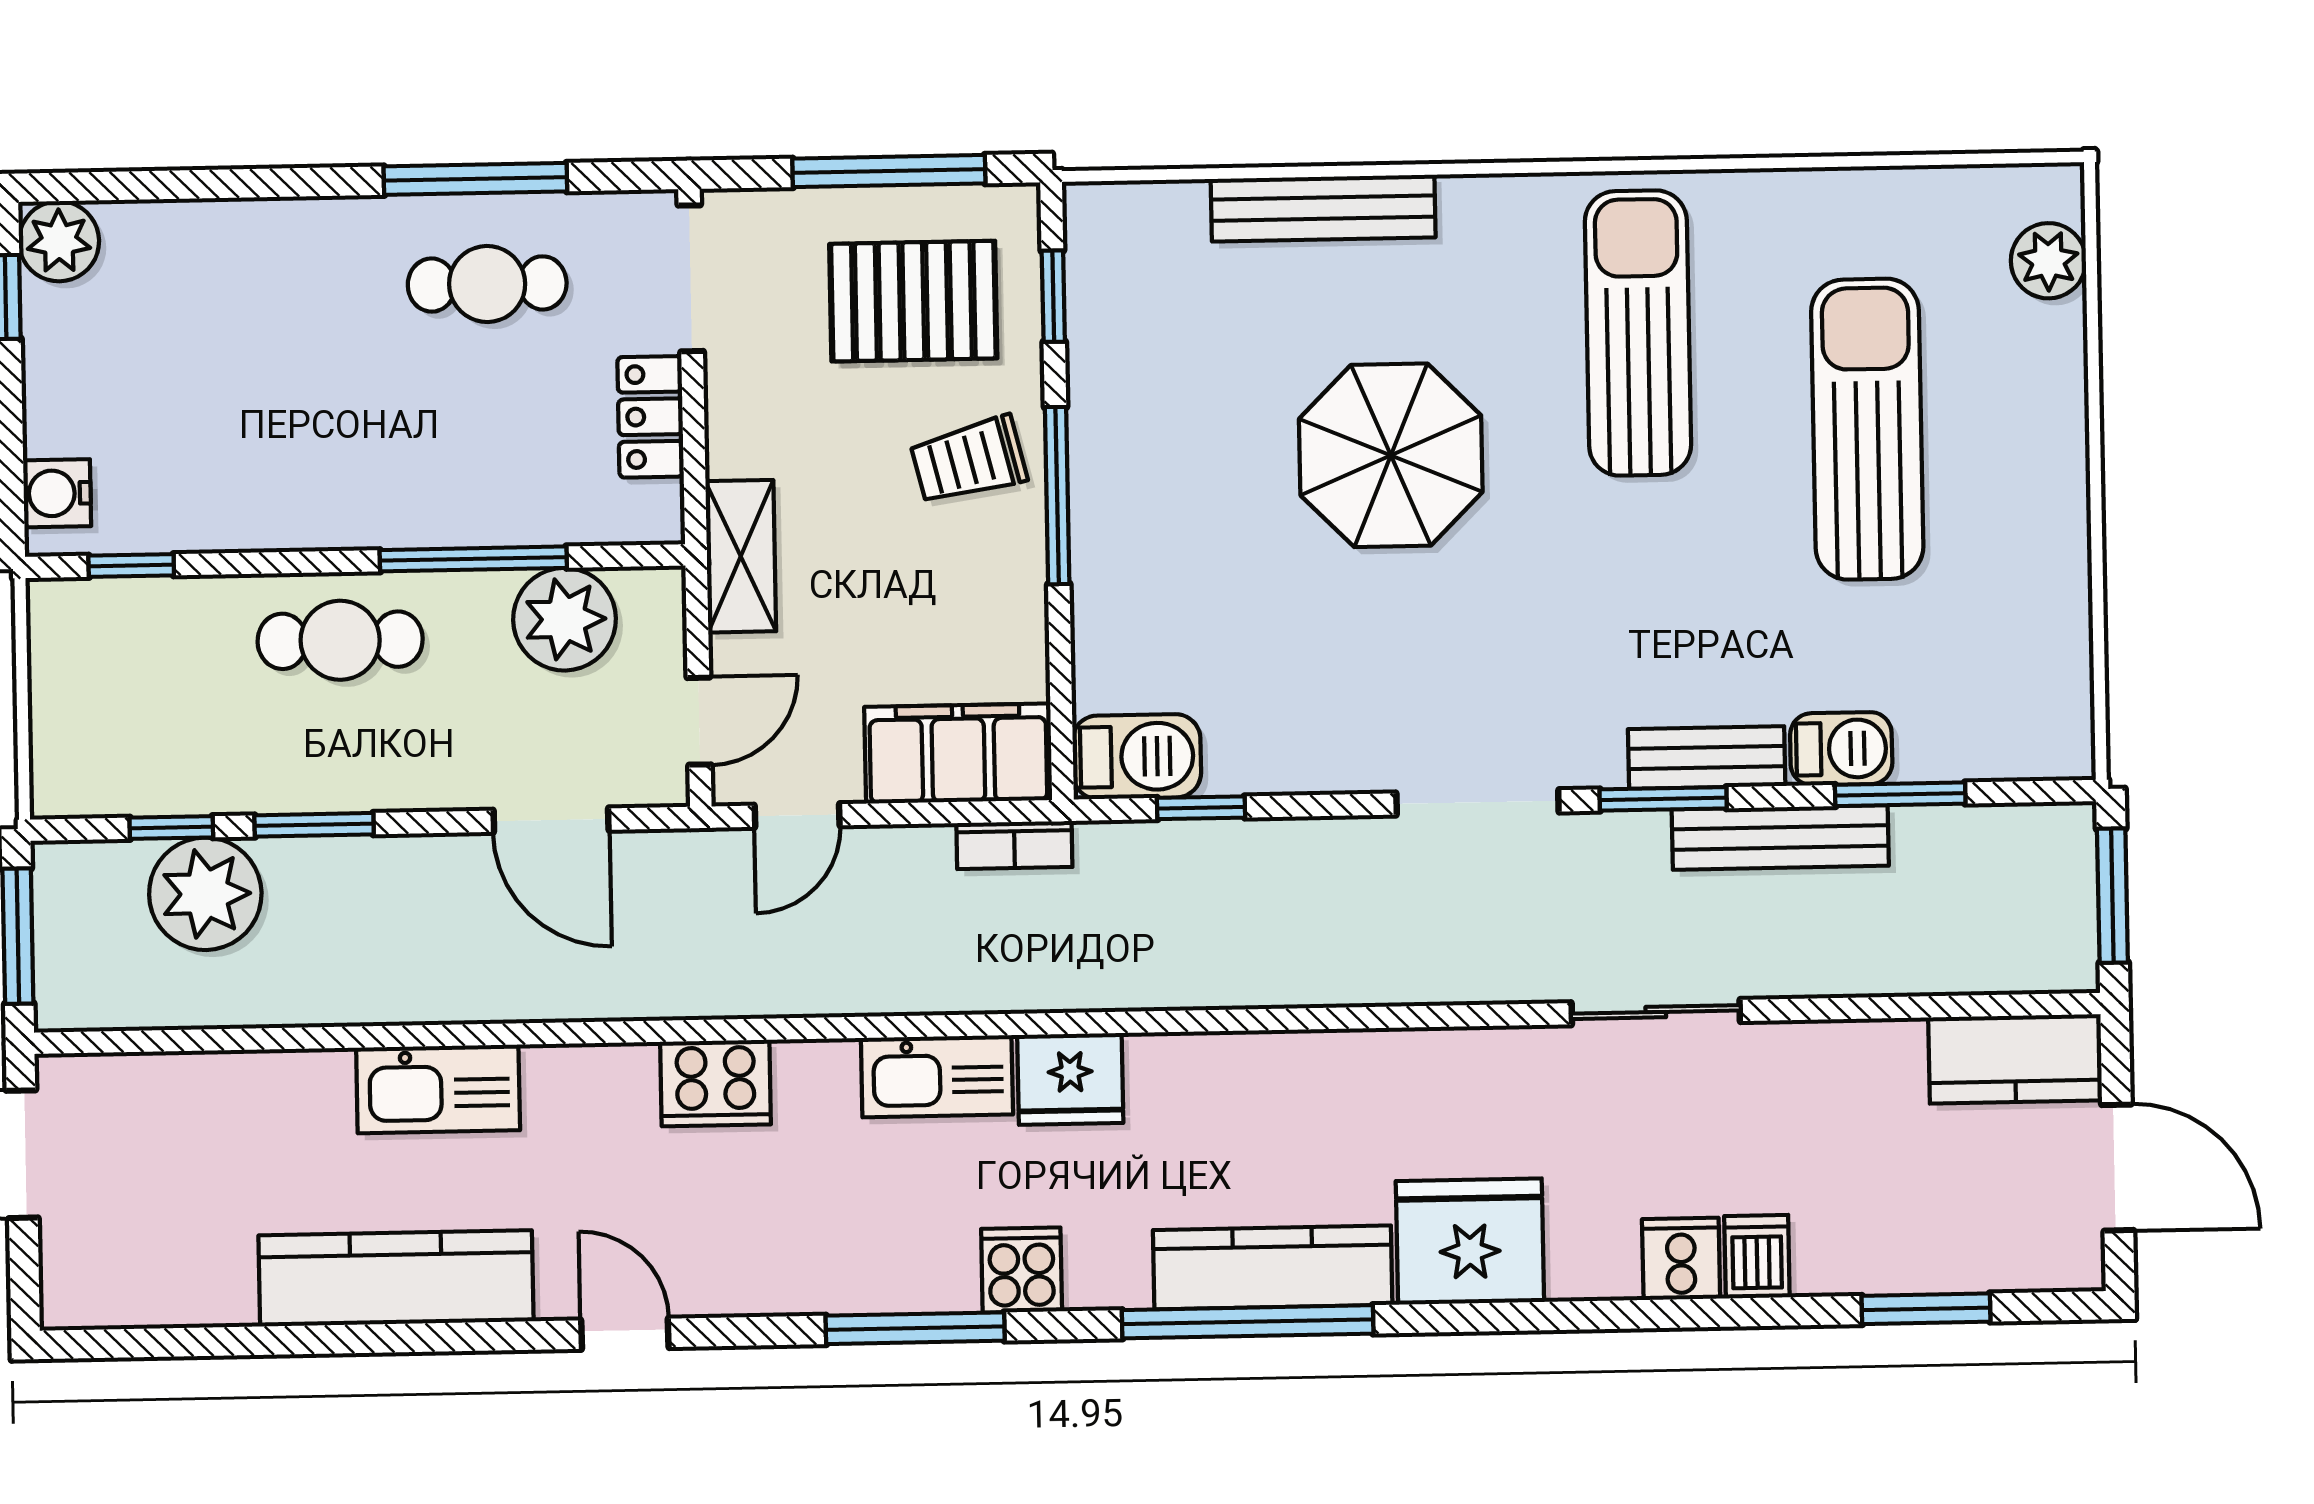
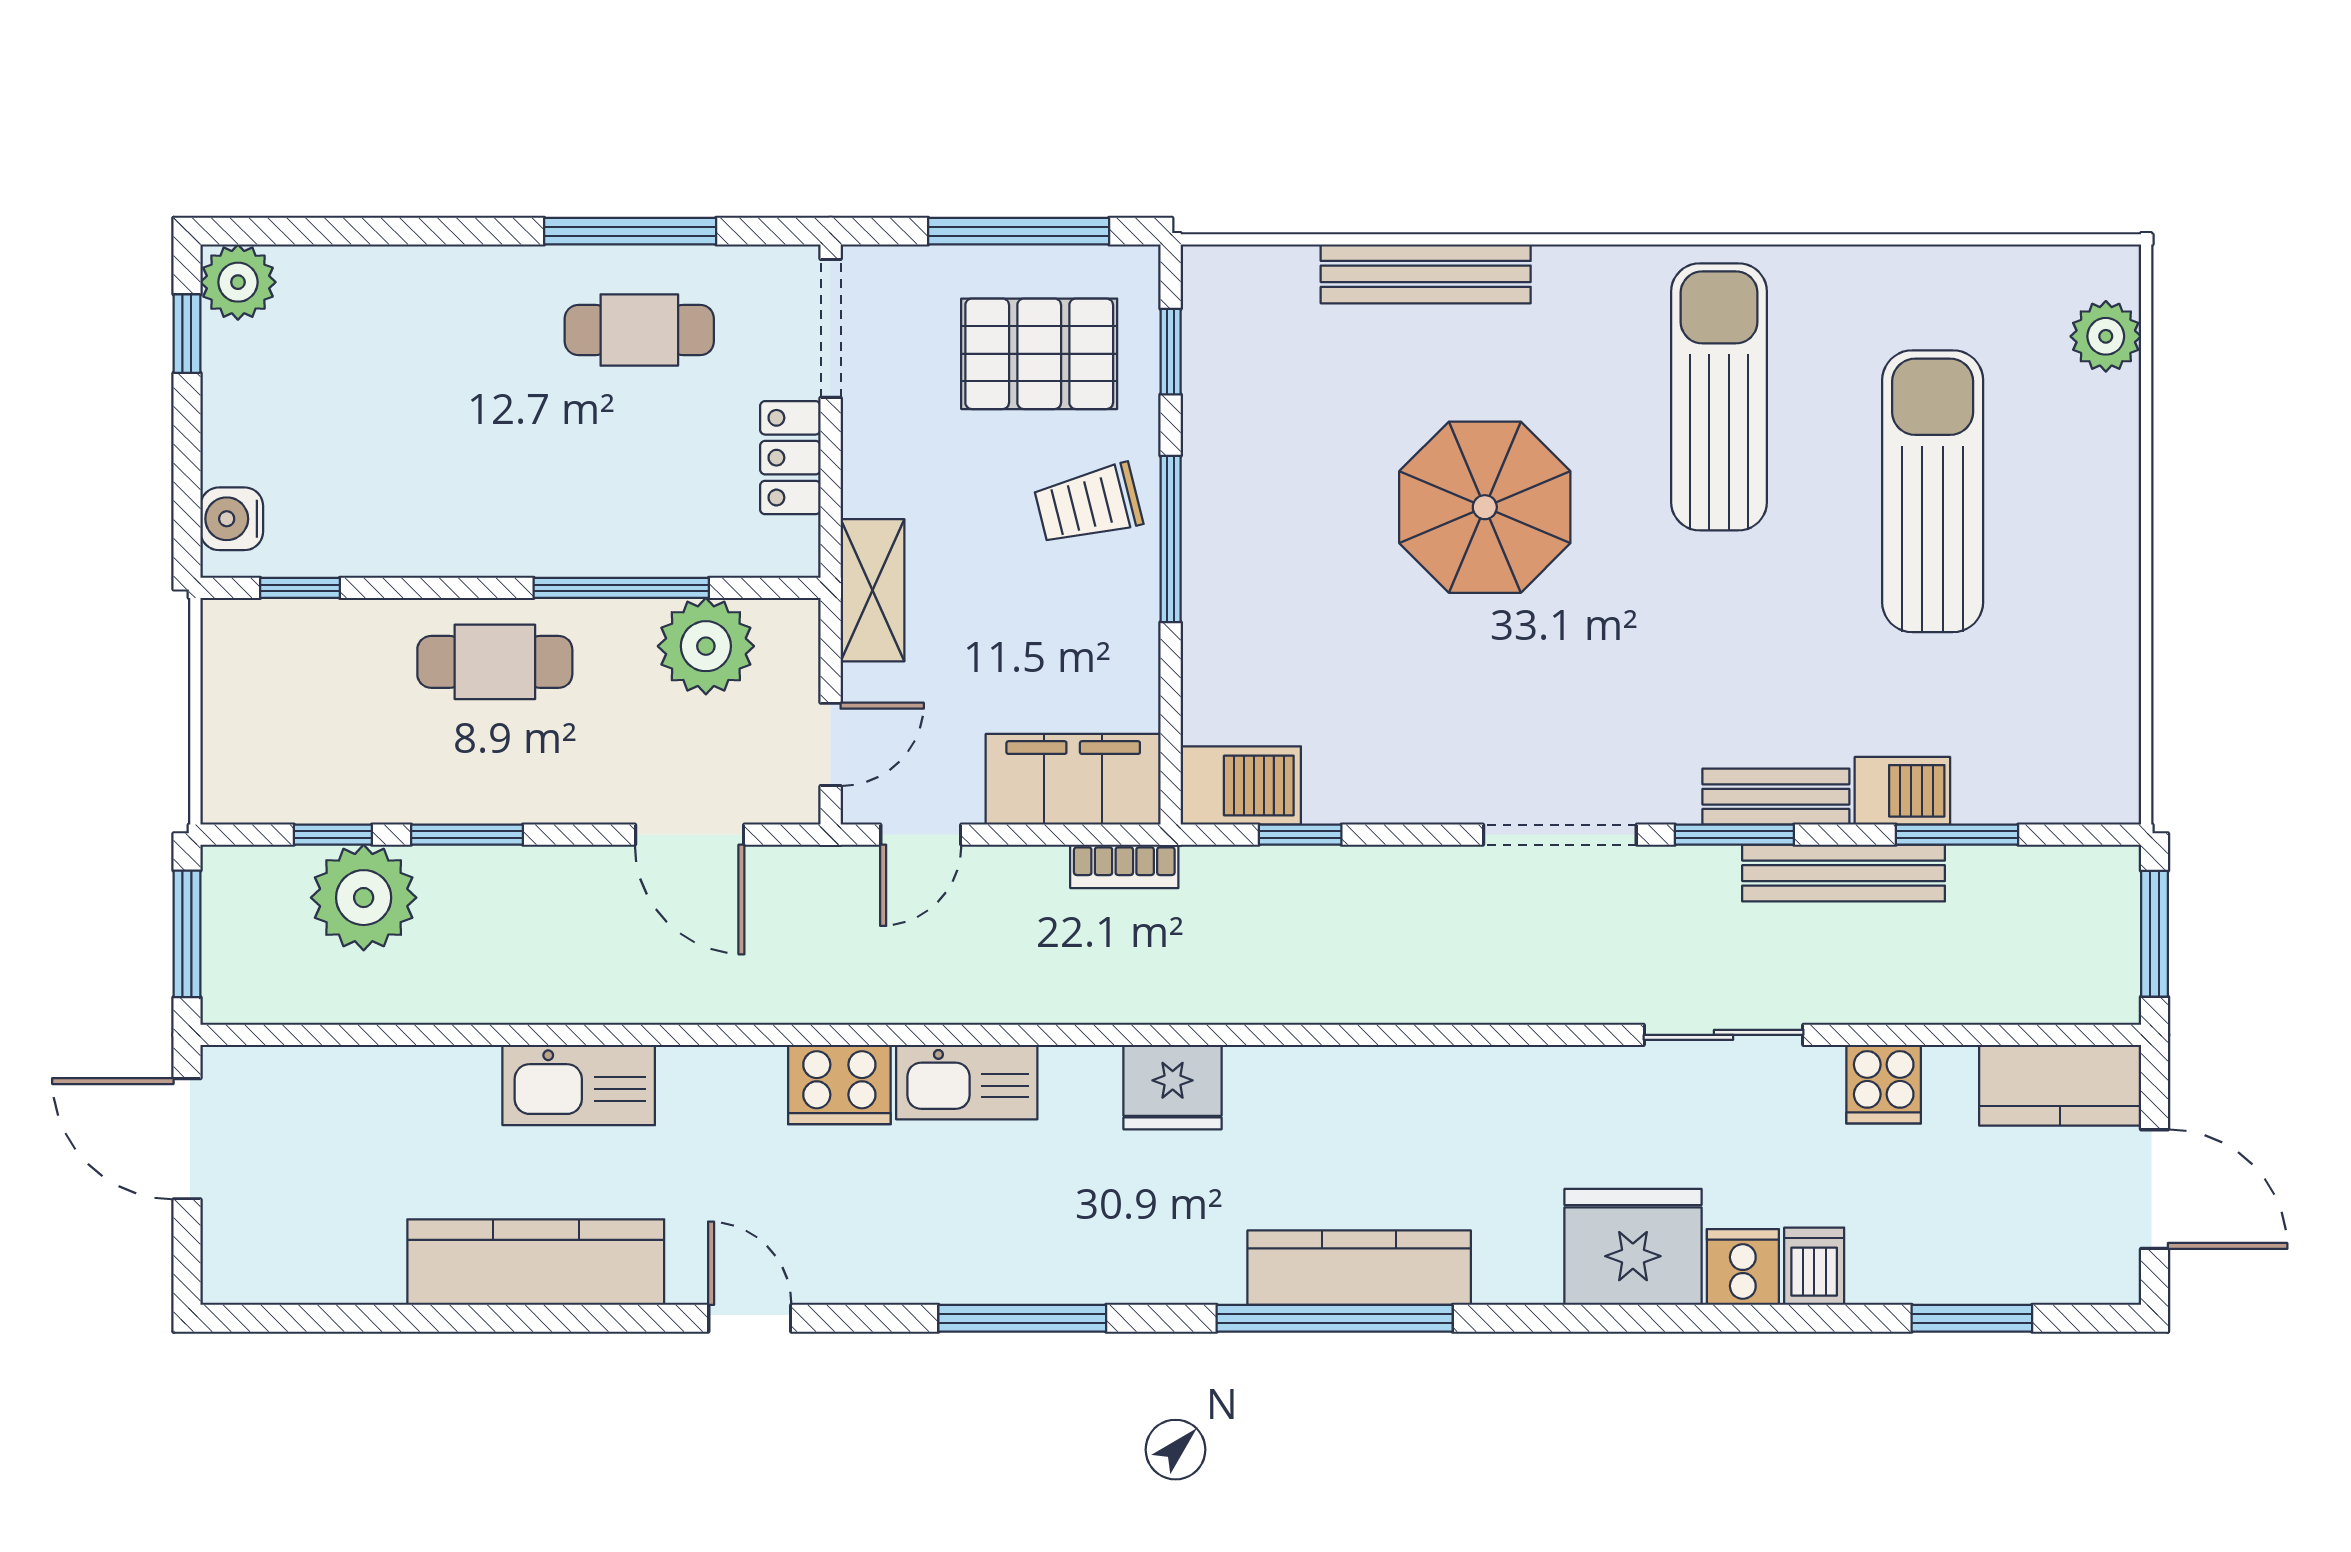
kitchen sink: (937, 1076) -> (967, 1082), moved
fridge: (1470, 1241) -> (1633, 1247), moved
cooker: (1022, 1270) -> (1884, 1084), moved, turned 180

